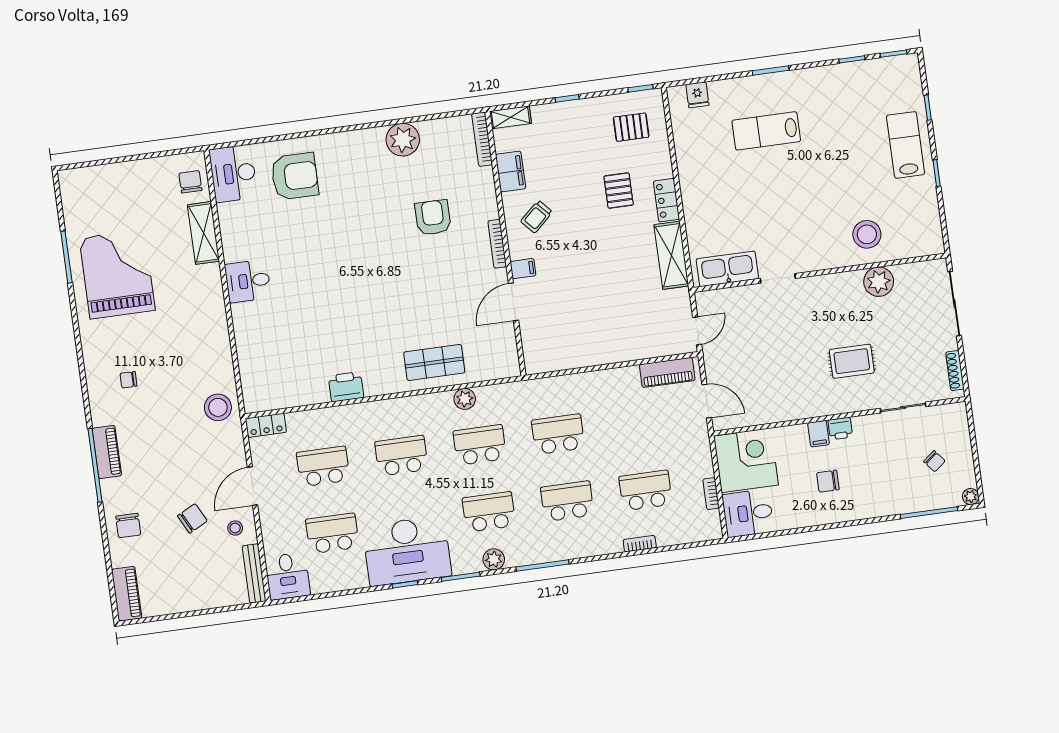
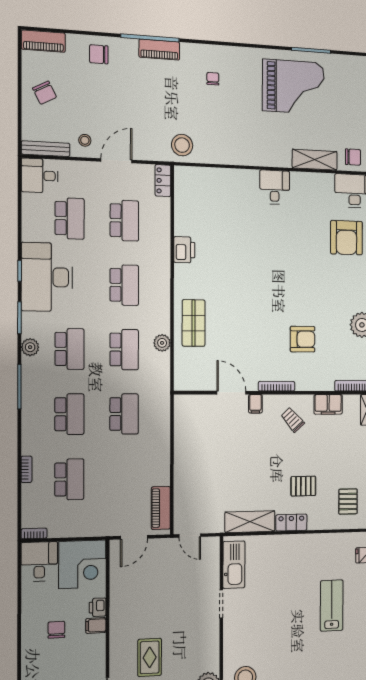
printer: (840, 428) -> (98, 607), moved
door: (252, 486) -> (116, 161), hinge flipped
bookcase: (711, 494) -> (34, 533), moved
chair: (192, 518) -> (45, 93), moved

